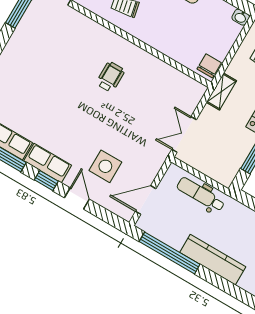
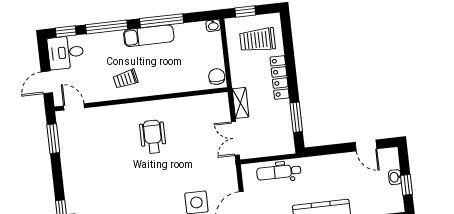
wheelchair: (110, 77) -> (153, 137), width x1.36, depth x1.37
shelving: (221, 91) -> (241, 103), moved

